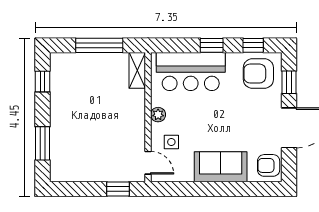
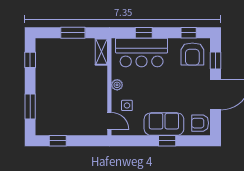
window: (99, 45) -> (73, 33), width x0.69
window: (212, 45) -> (144, 33), moved
armchair: (258, 74) -> (192, 54), turned -90
window: (118, 189) -> (58, 141), moved
window: (225, 189) -> (167, 141), added

